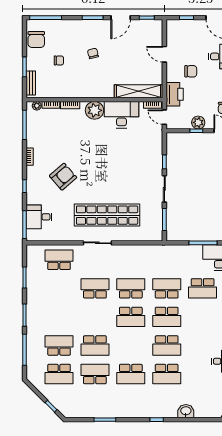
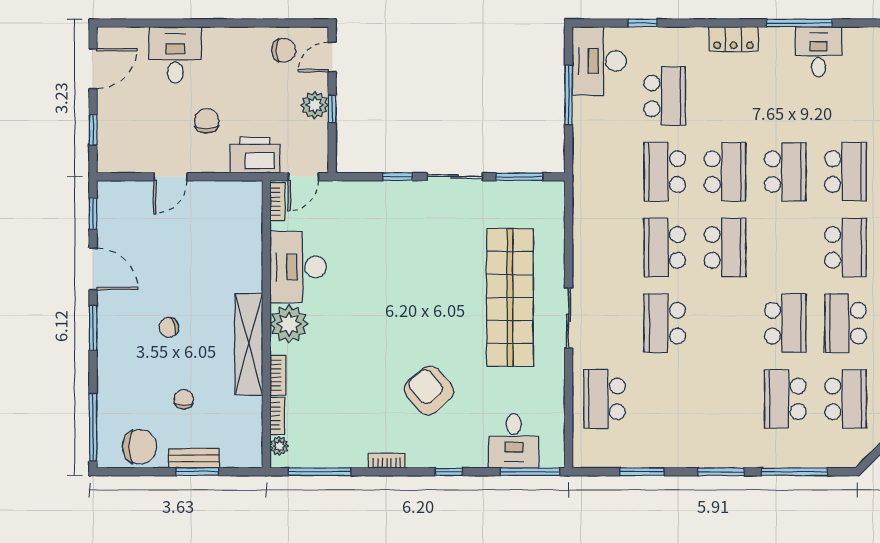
bench: (31, 83) -> (194, 458), moved
shelving: (138, 91) -> (249, 344), moved

